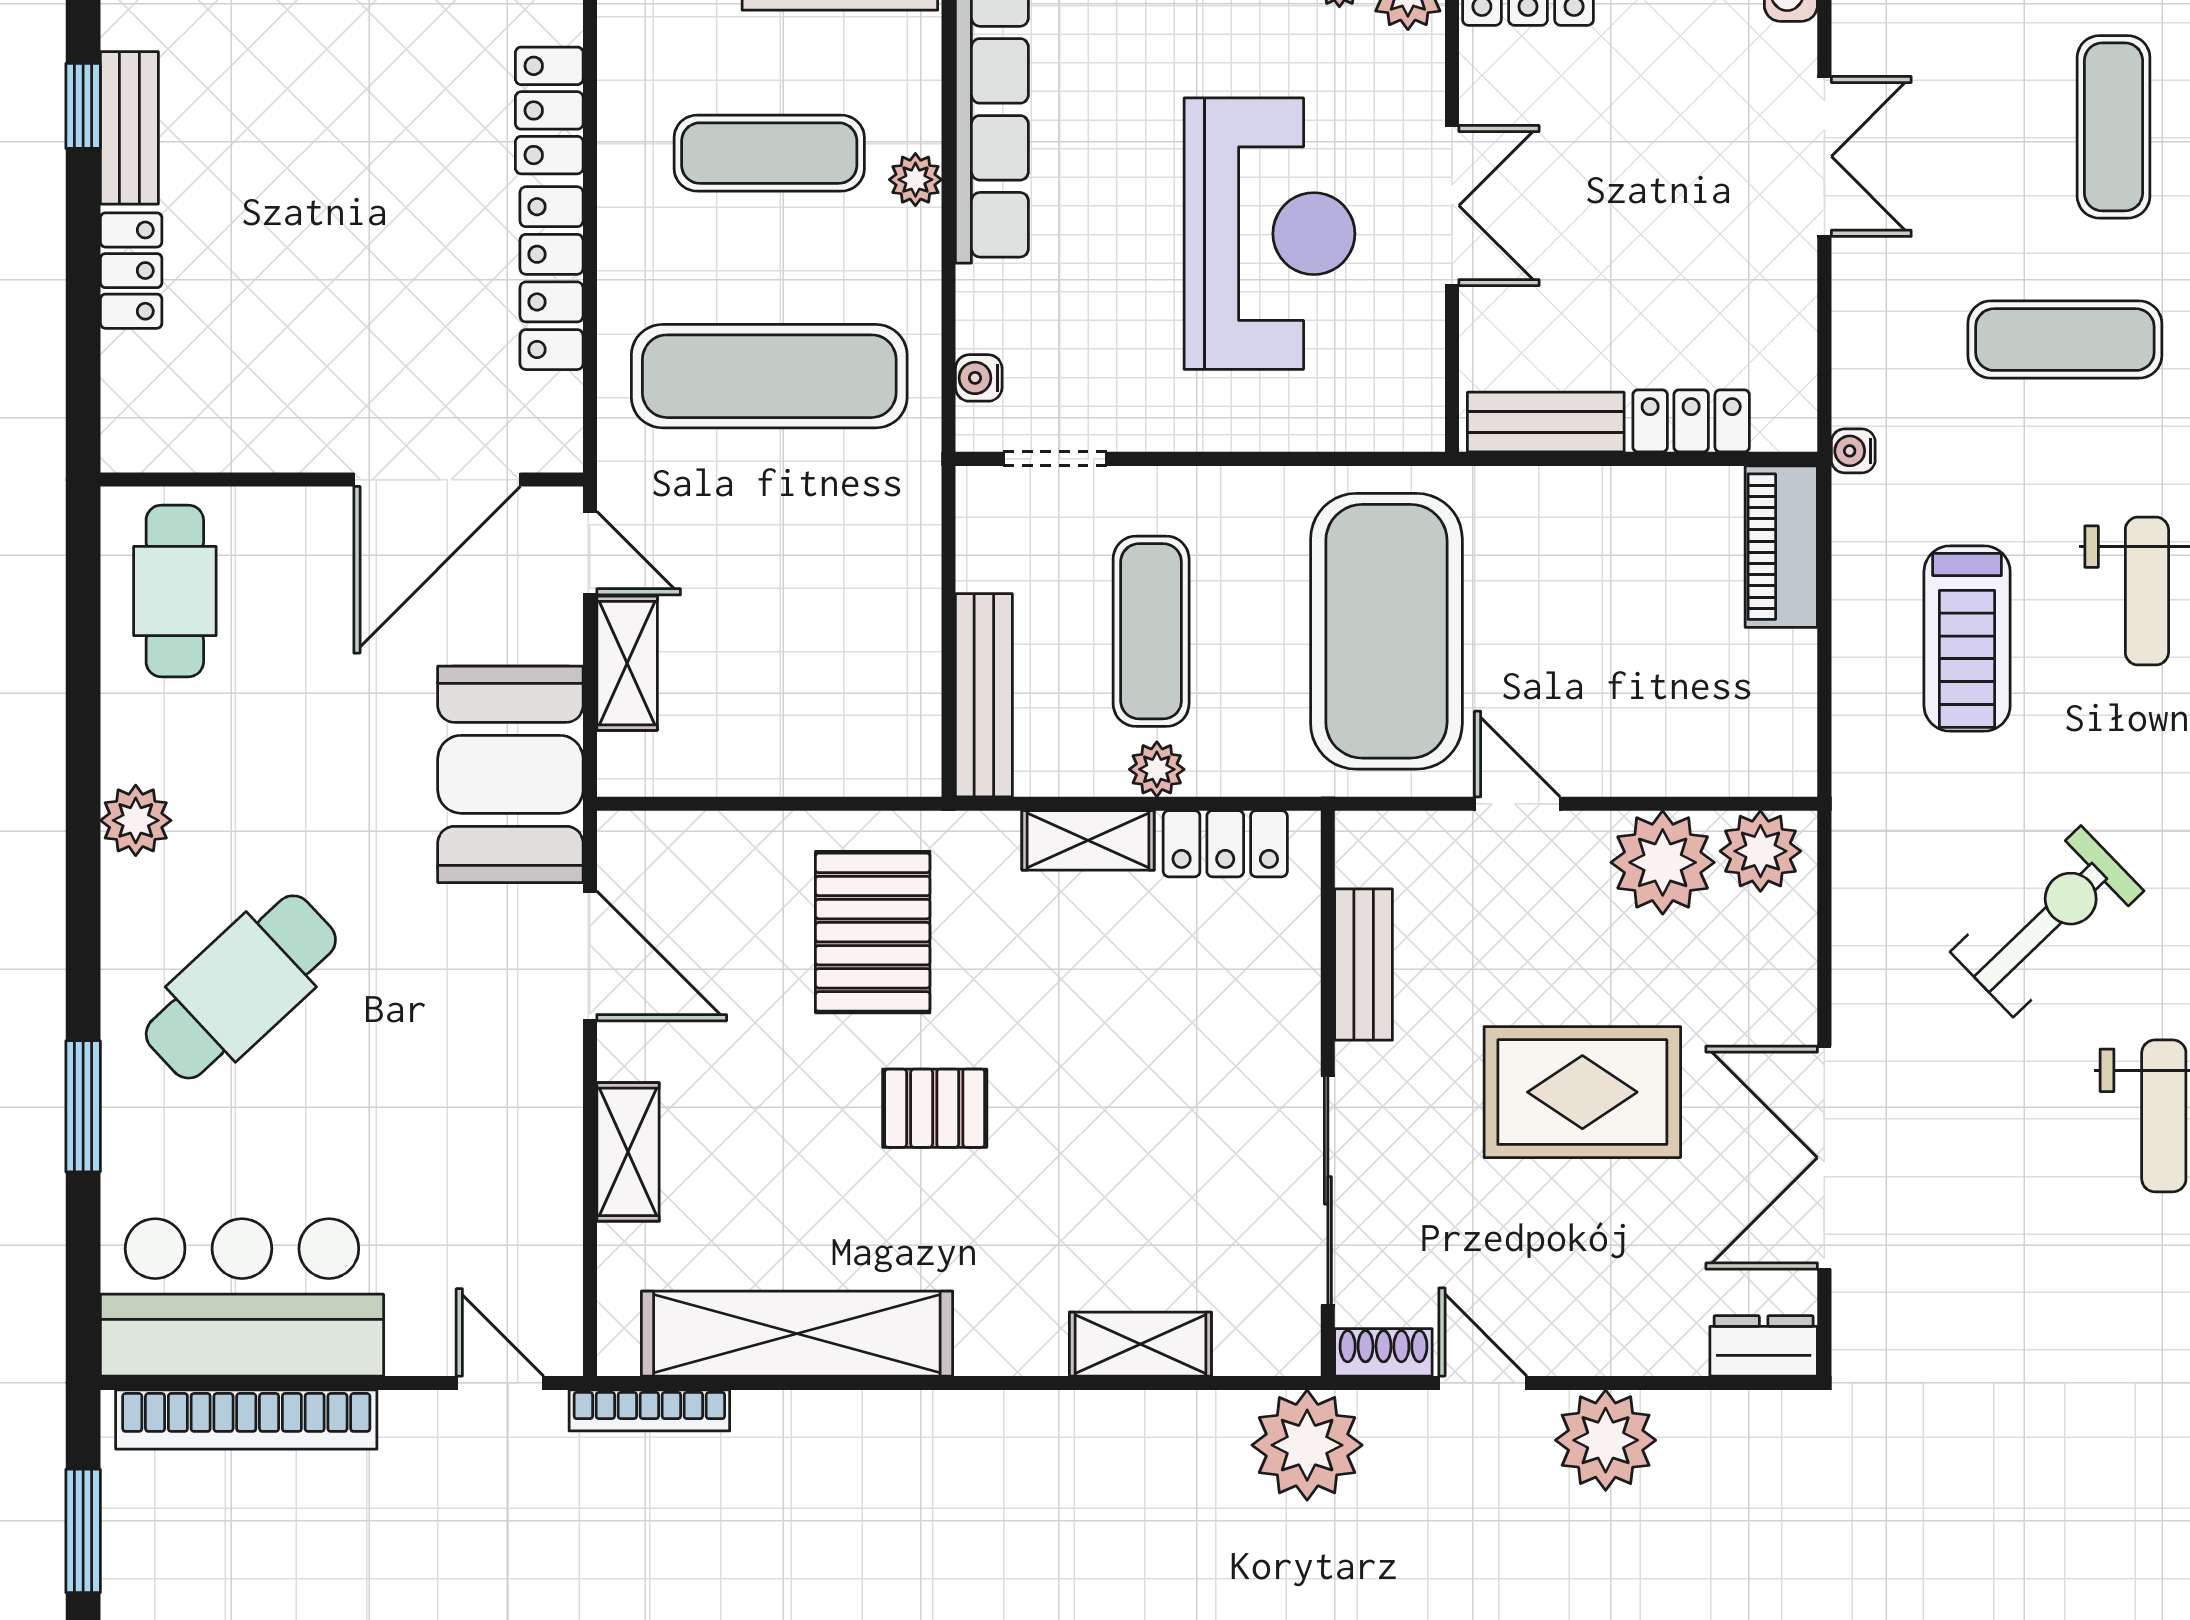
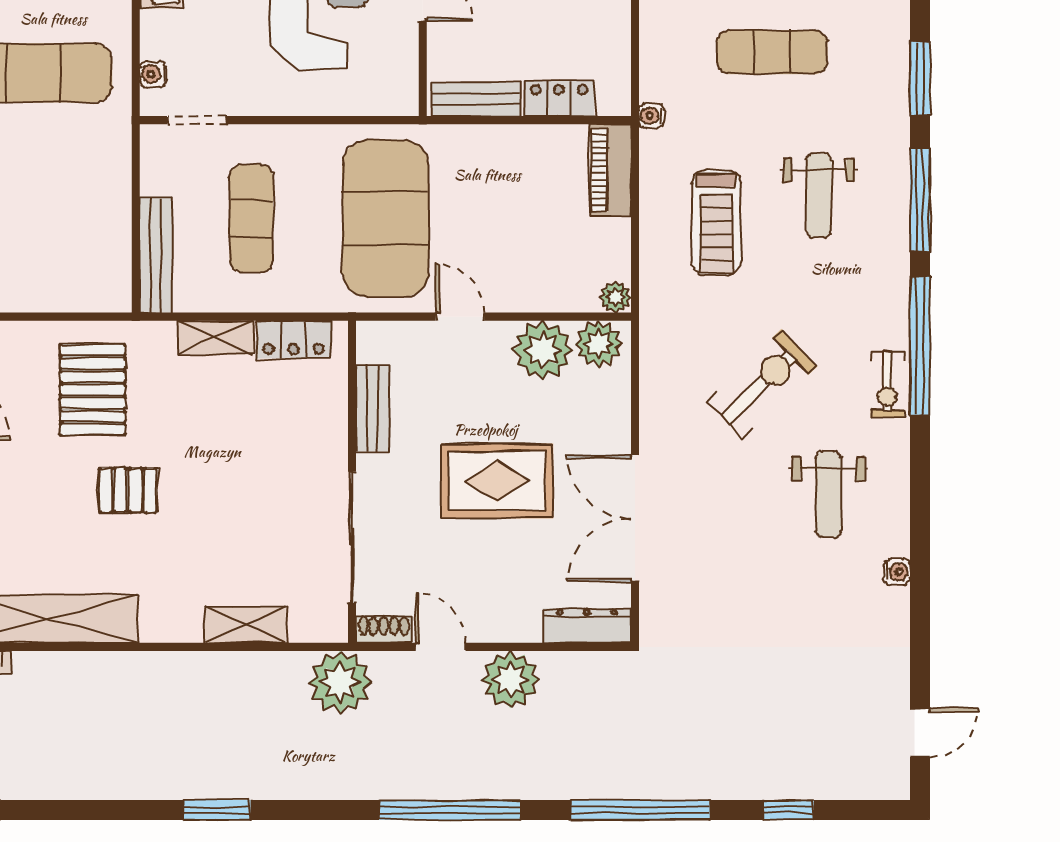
plant: (1157, 769) -> (615, 297), moved
dresser: (1764, 1346) -> (587, 626), width x1.44

